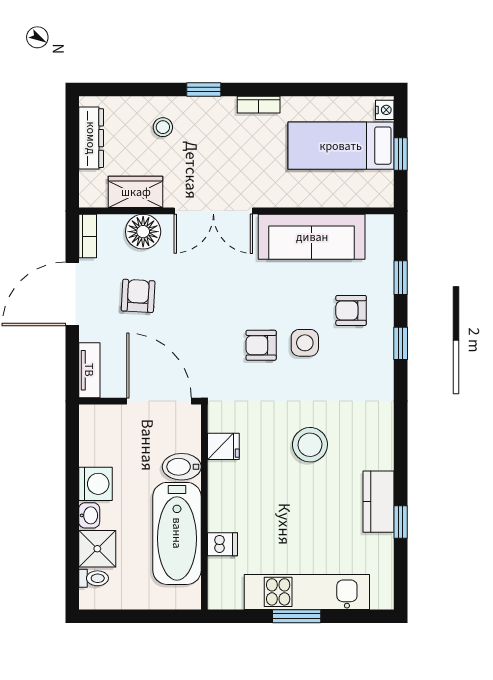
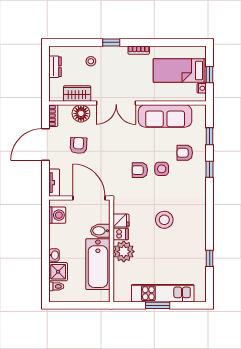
nightstand: (385, 110) -> (202, 88), moved
dresser: (91, 138) -> (55, 67), width x0.70
washing machine: (96, 484) -> (57, 215), moved
kitchen counter: (379, 502) -> (199, 248), removed
plant: (229, 508) -> (124, 252), added
dishwasher: (222, 544) -> (121, 234), moved

